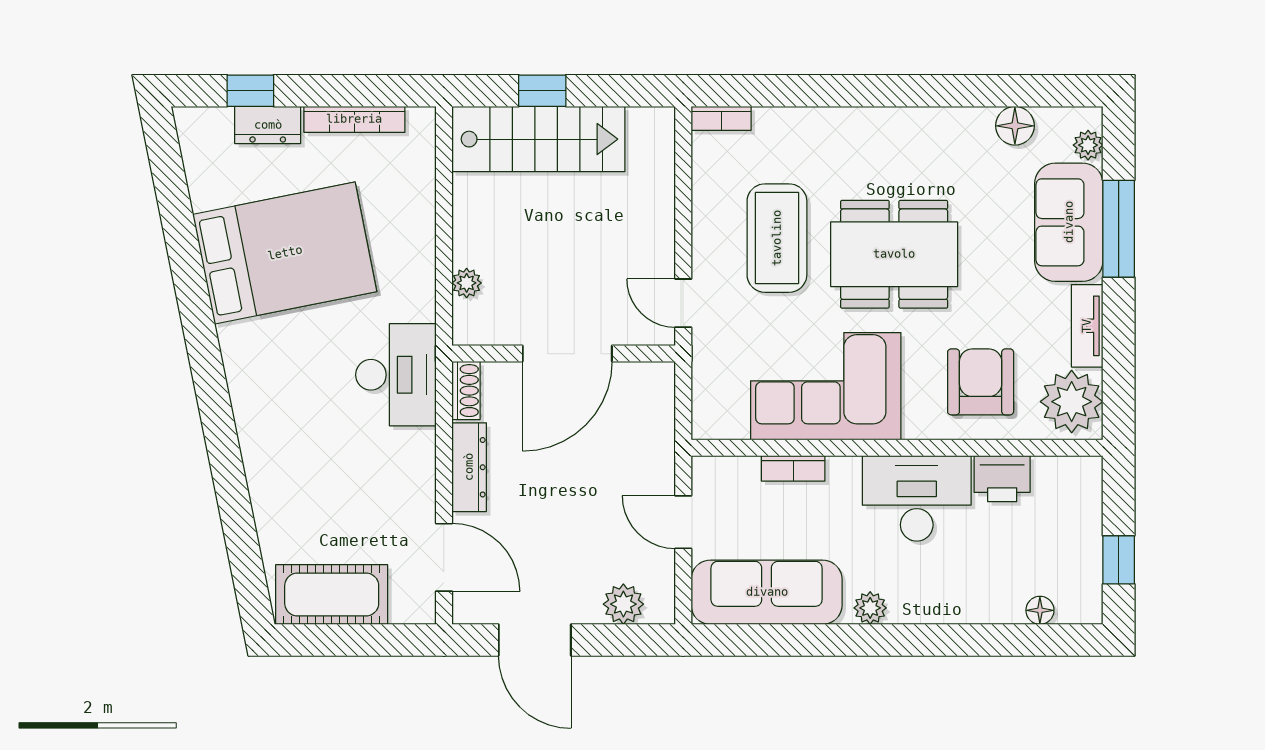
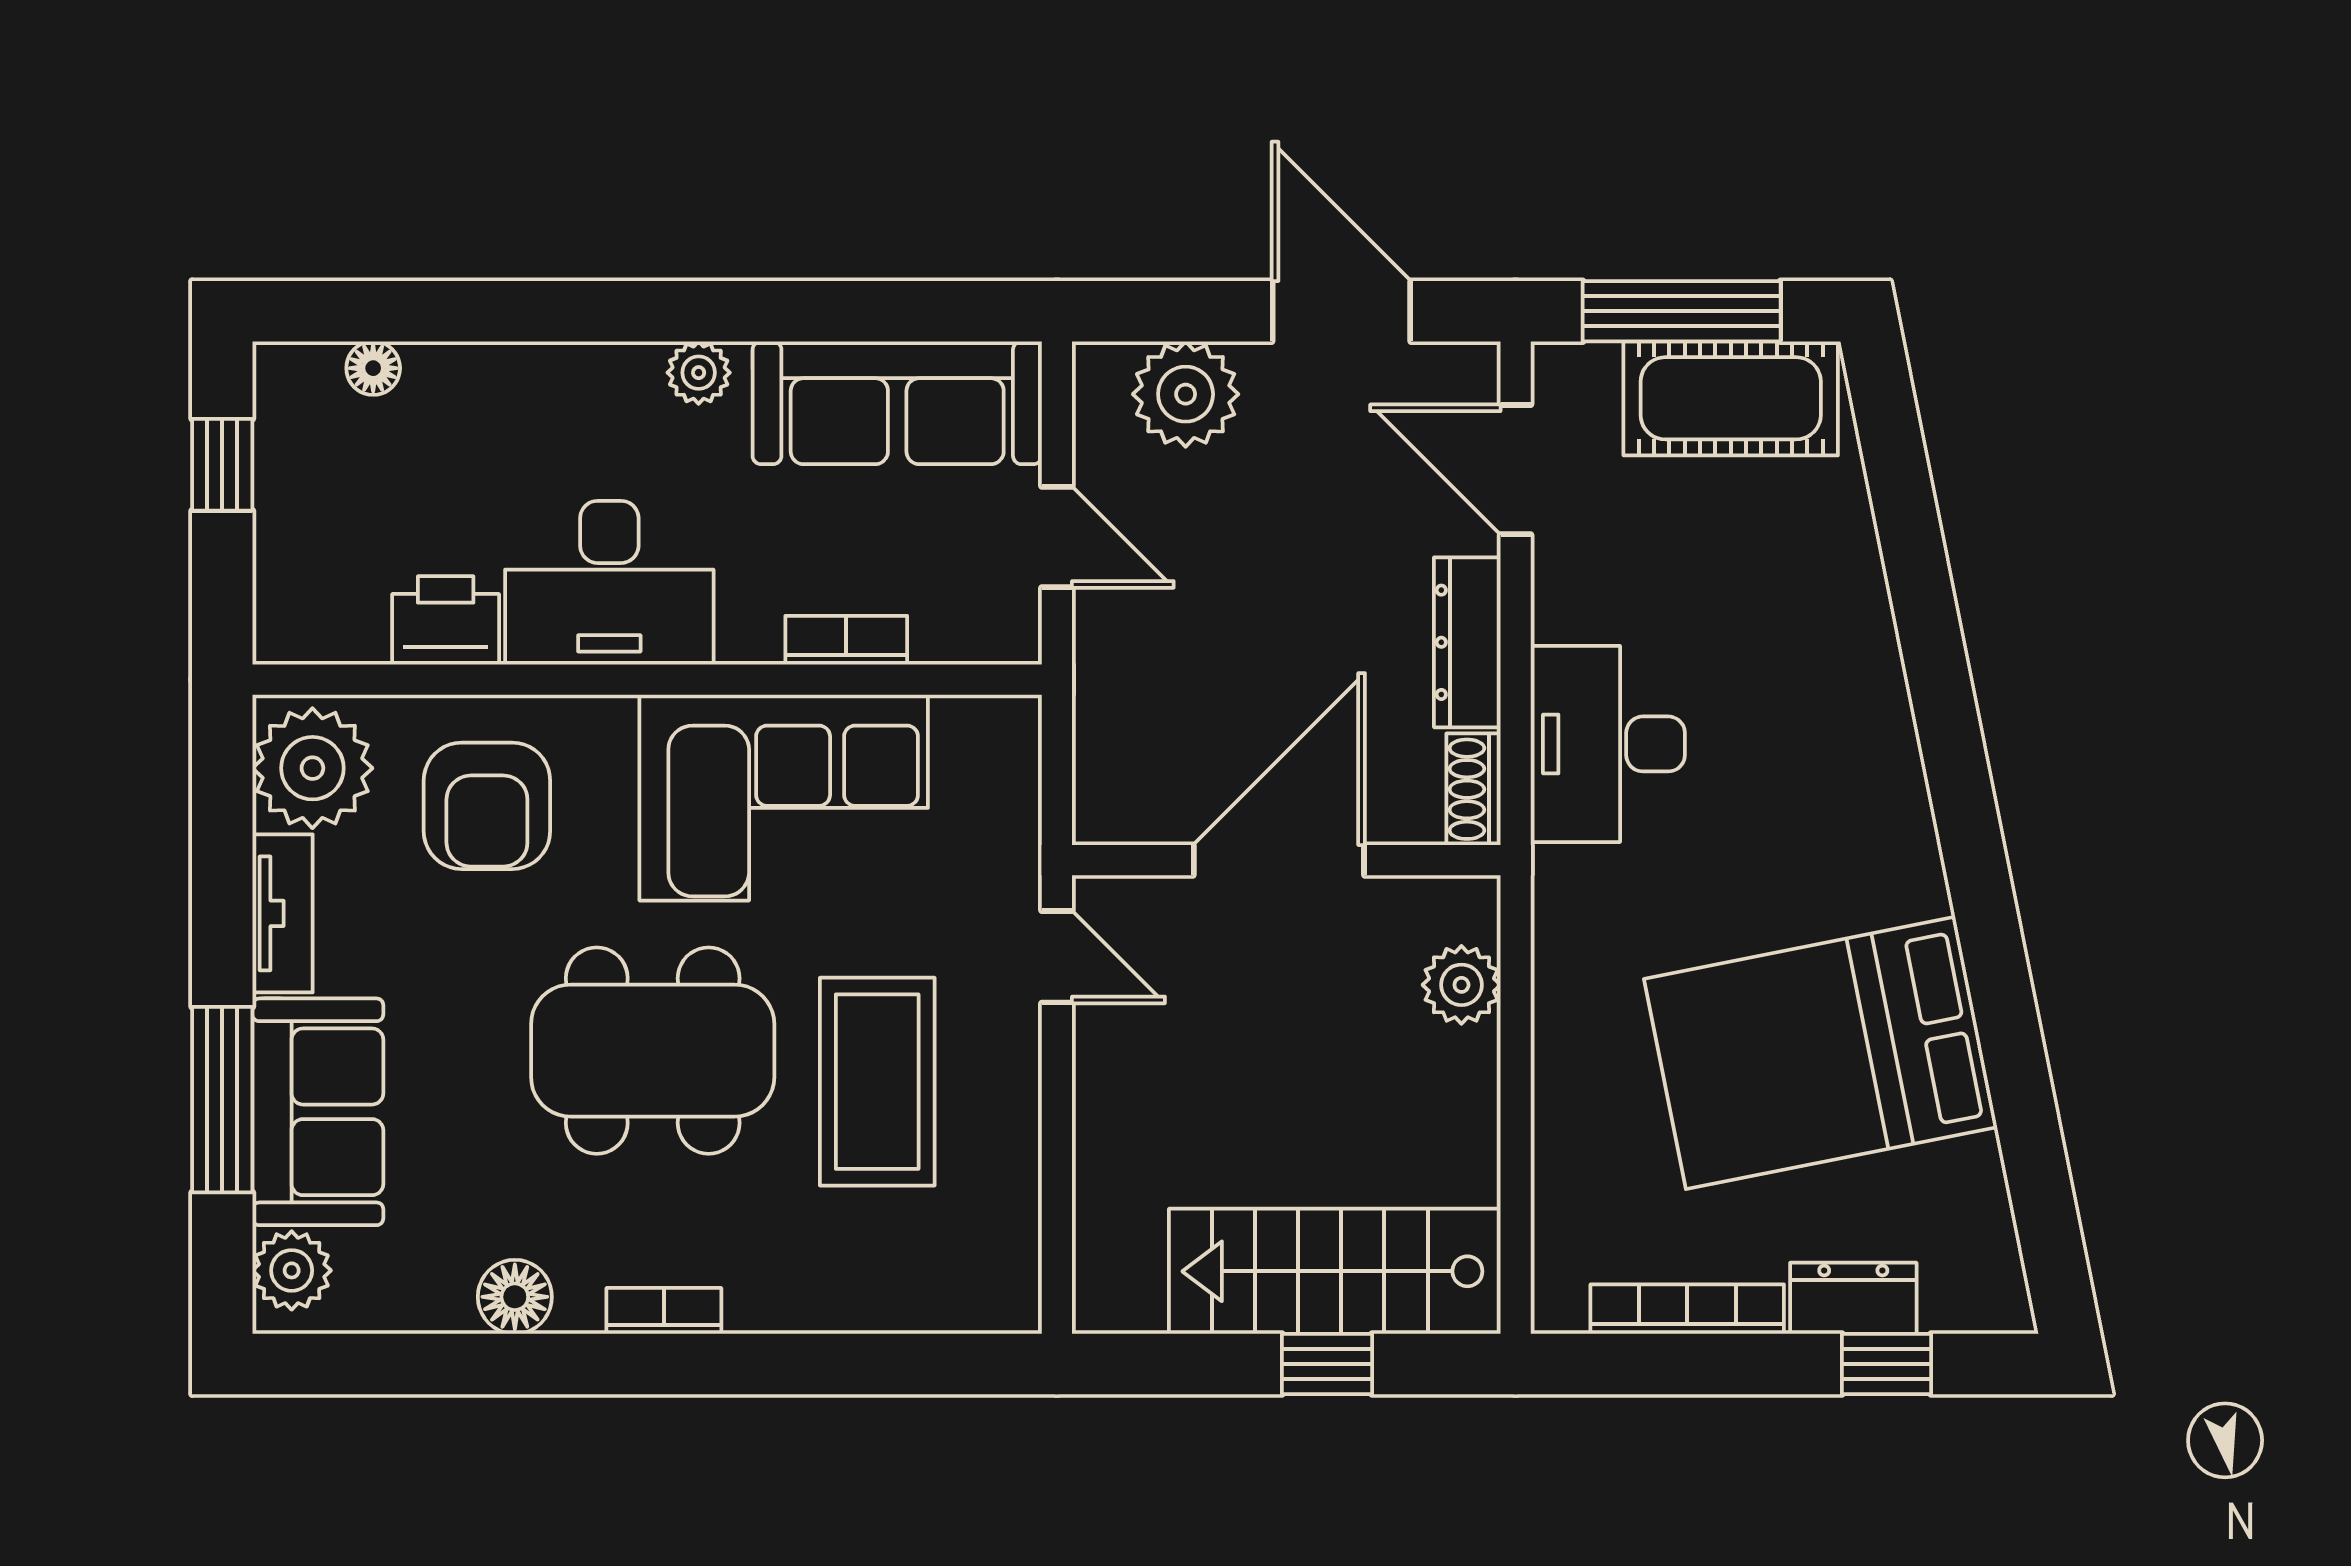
bookcase: (721, 118) -> (664, 1311), moved
floor lamp: (1015, 126) -> (515, 1297), moved
plant: (1088, 145) -> (292, 1270), width x1.38, depth x1.38
plant: (467, 283) -> (1461, 985), width x1.38, depth x1.38
desk: (396, 375) -> (1608, 744), moved
plant: (623, 604) -> (1186, 394), width x1.36, depth x1.36
window: (357, 640) -> (1682, 311), added

